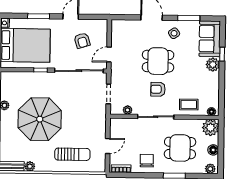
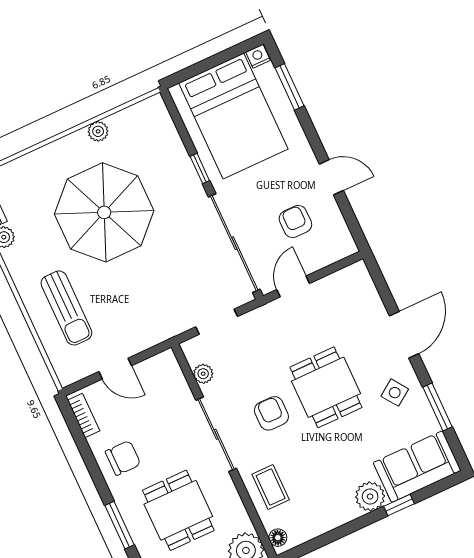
window: (39, 16) -> (289, 87), moved
armchair: (82, 41) -> (295, 221), turned 107
door: (109, 55) -> (293, 286), hinge flipped

